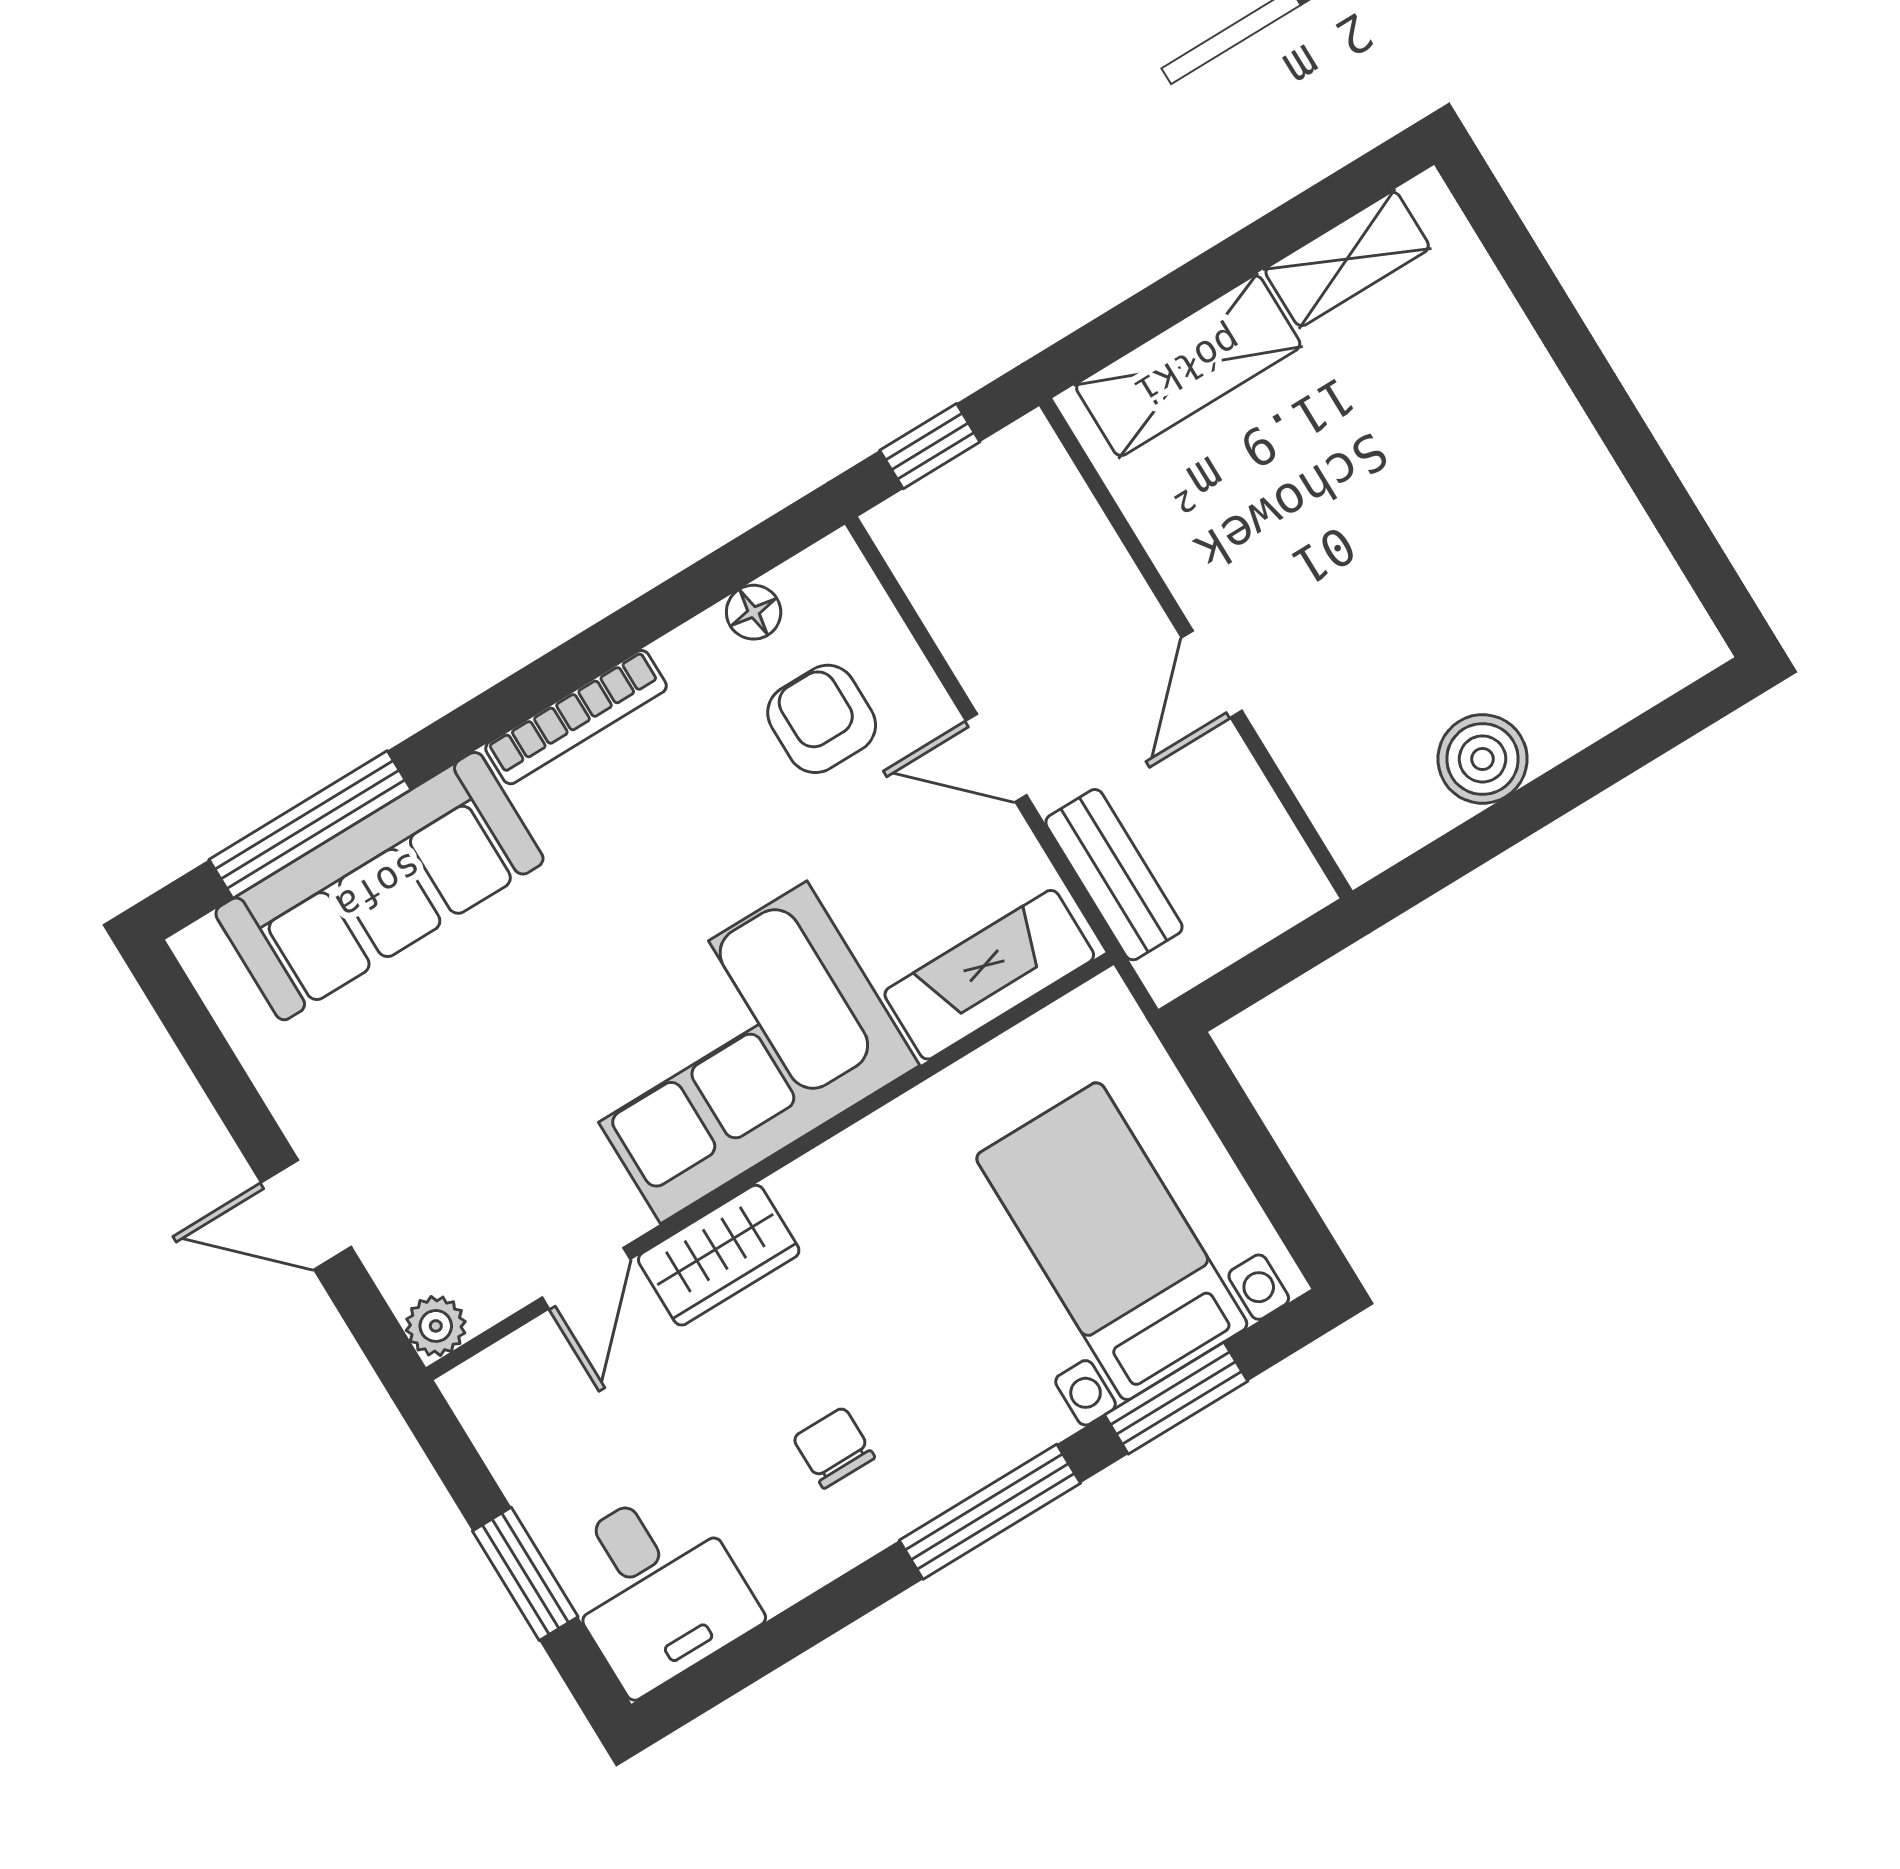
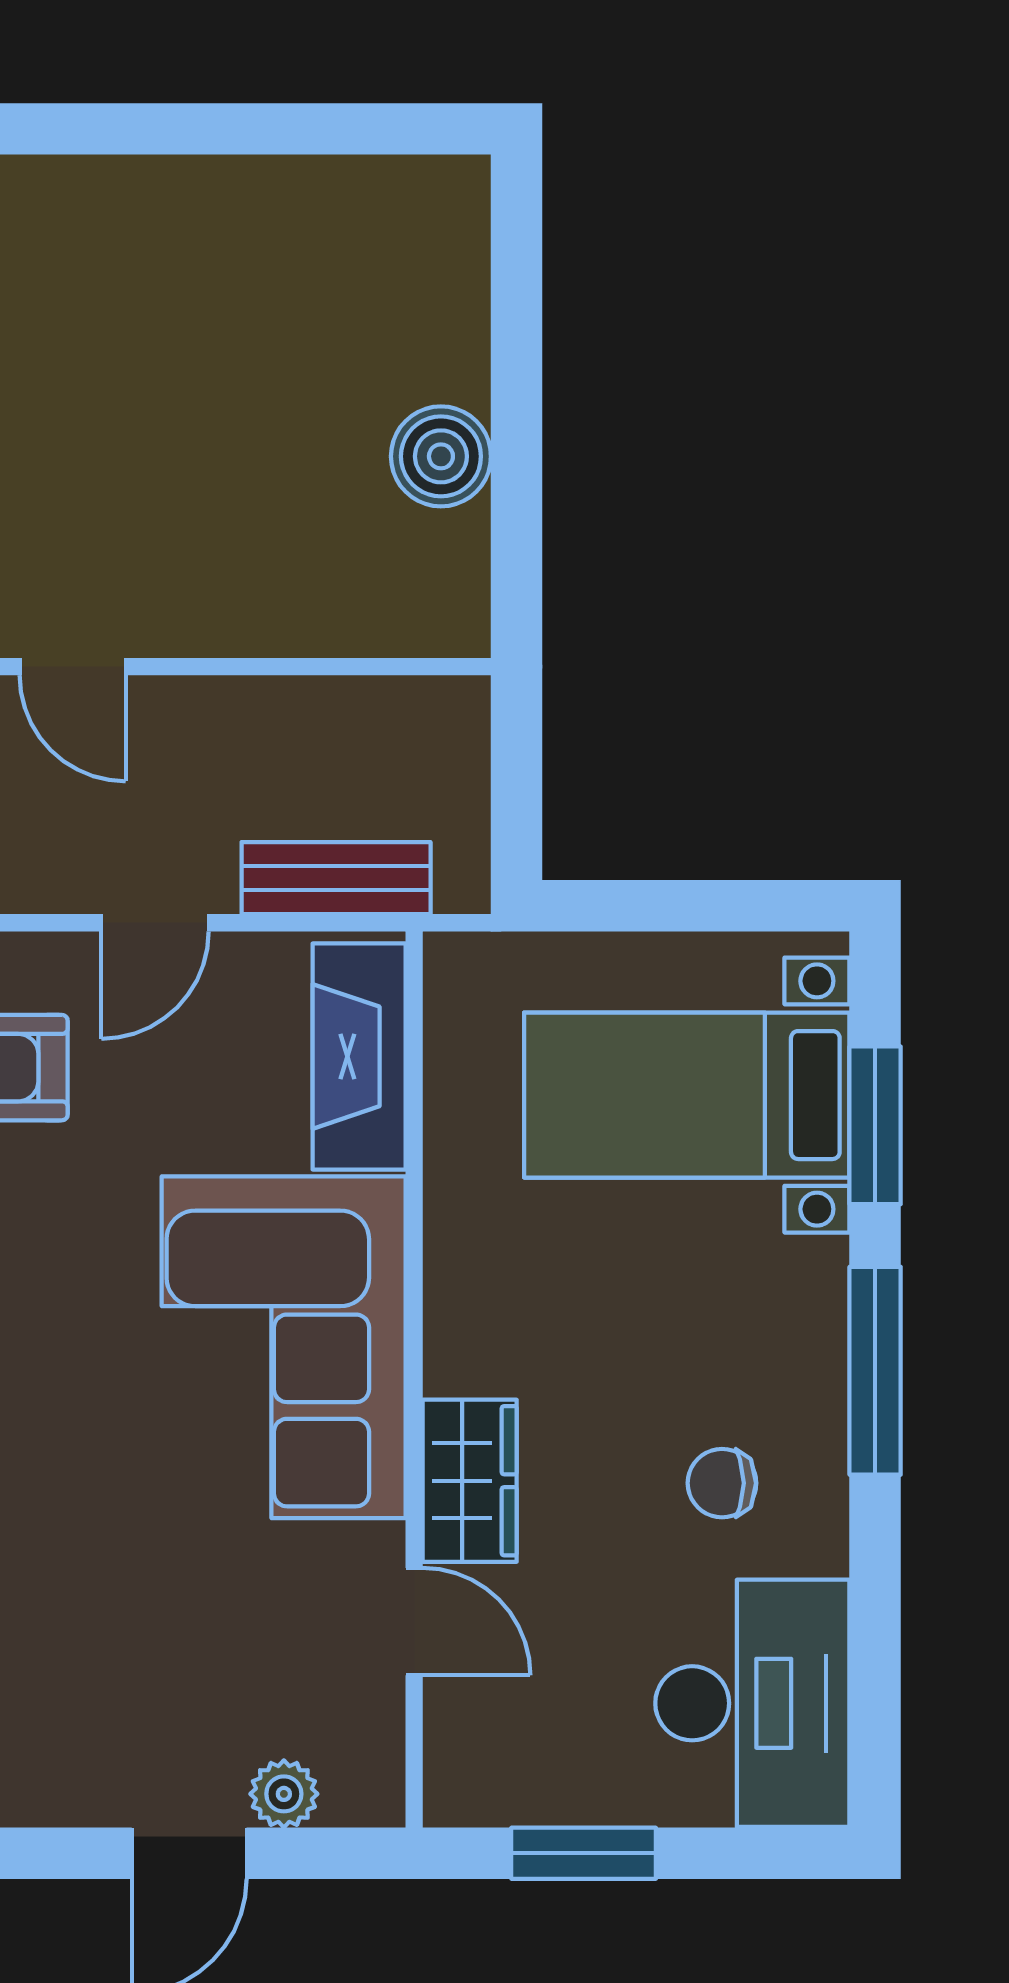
door: (1212, 674) -> (73, 667), moved
plant: (436, 1326) -> (284, 1794), moved
window: (525, 1574) -> (584, 1853), moved
desk: (655, 1588) -> (752, 1703), width x1.37

